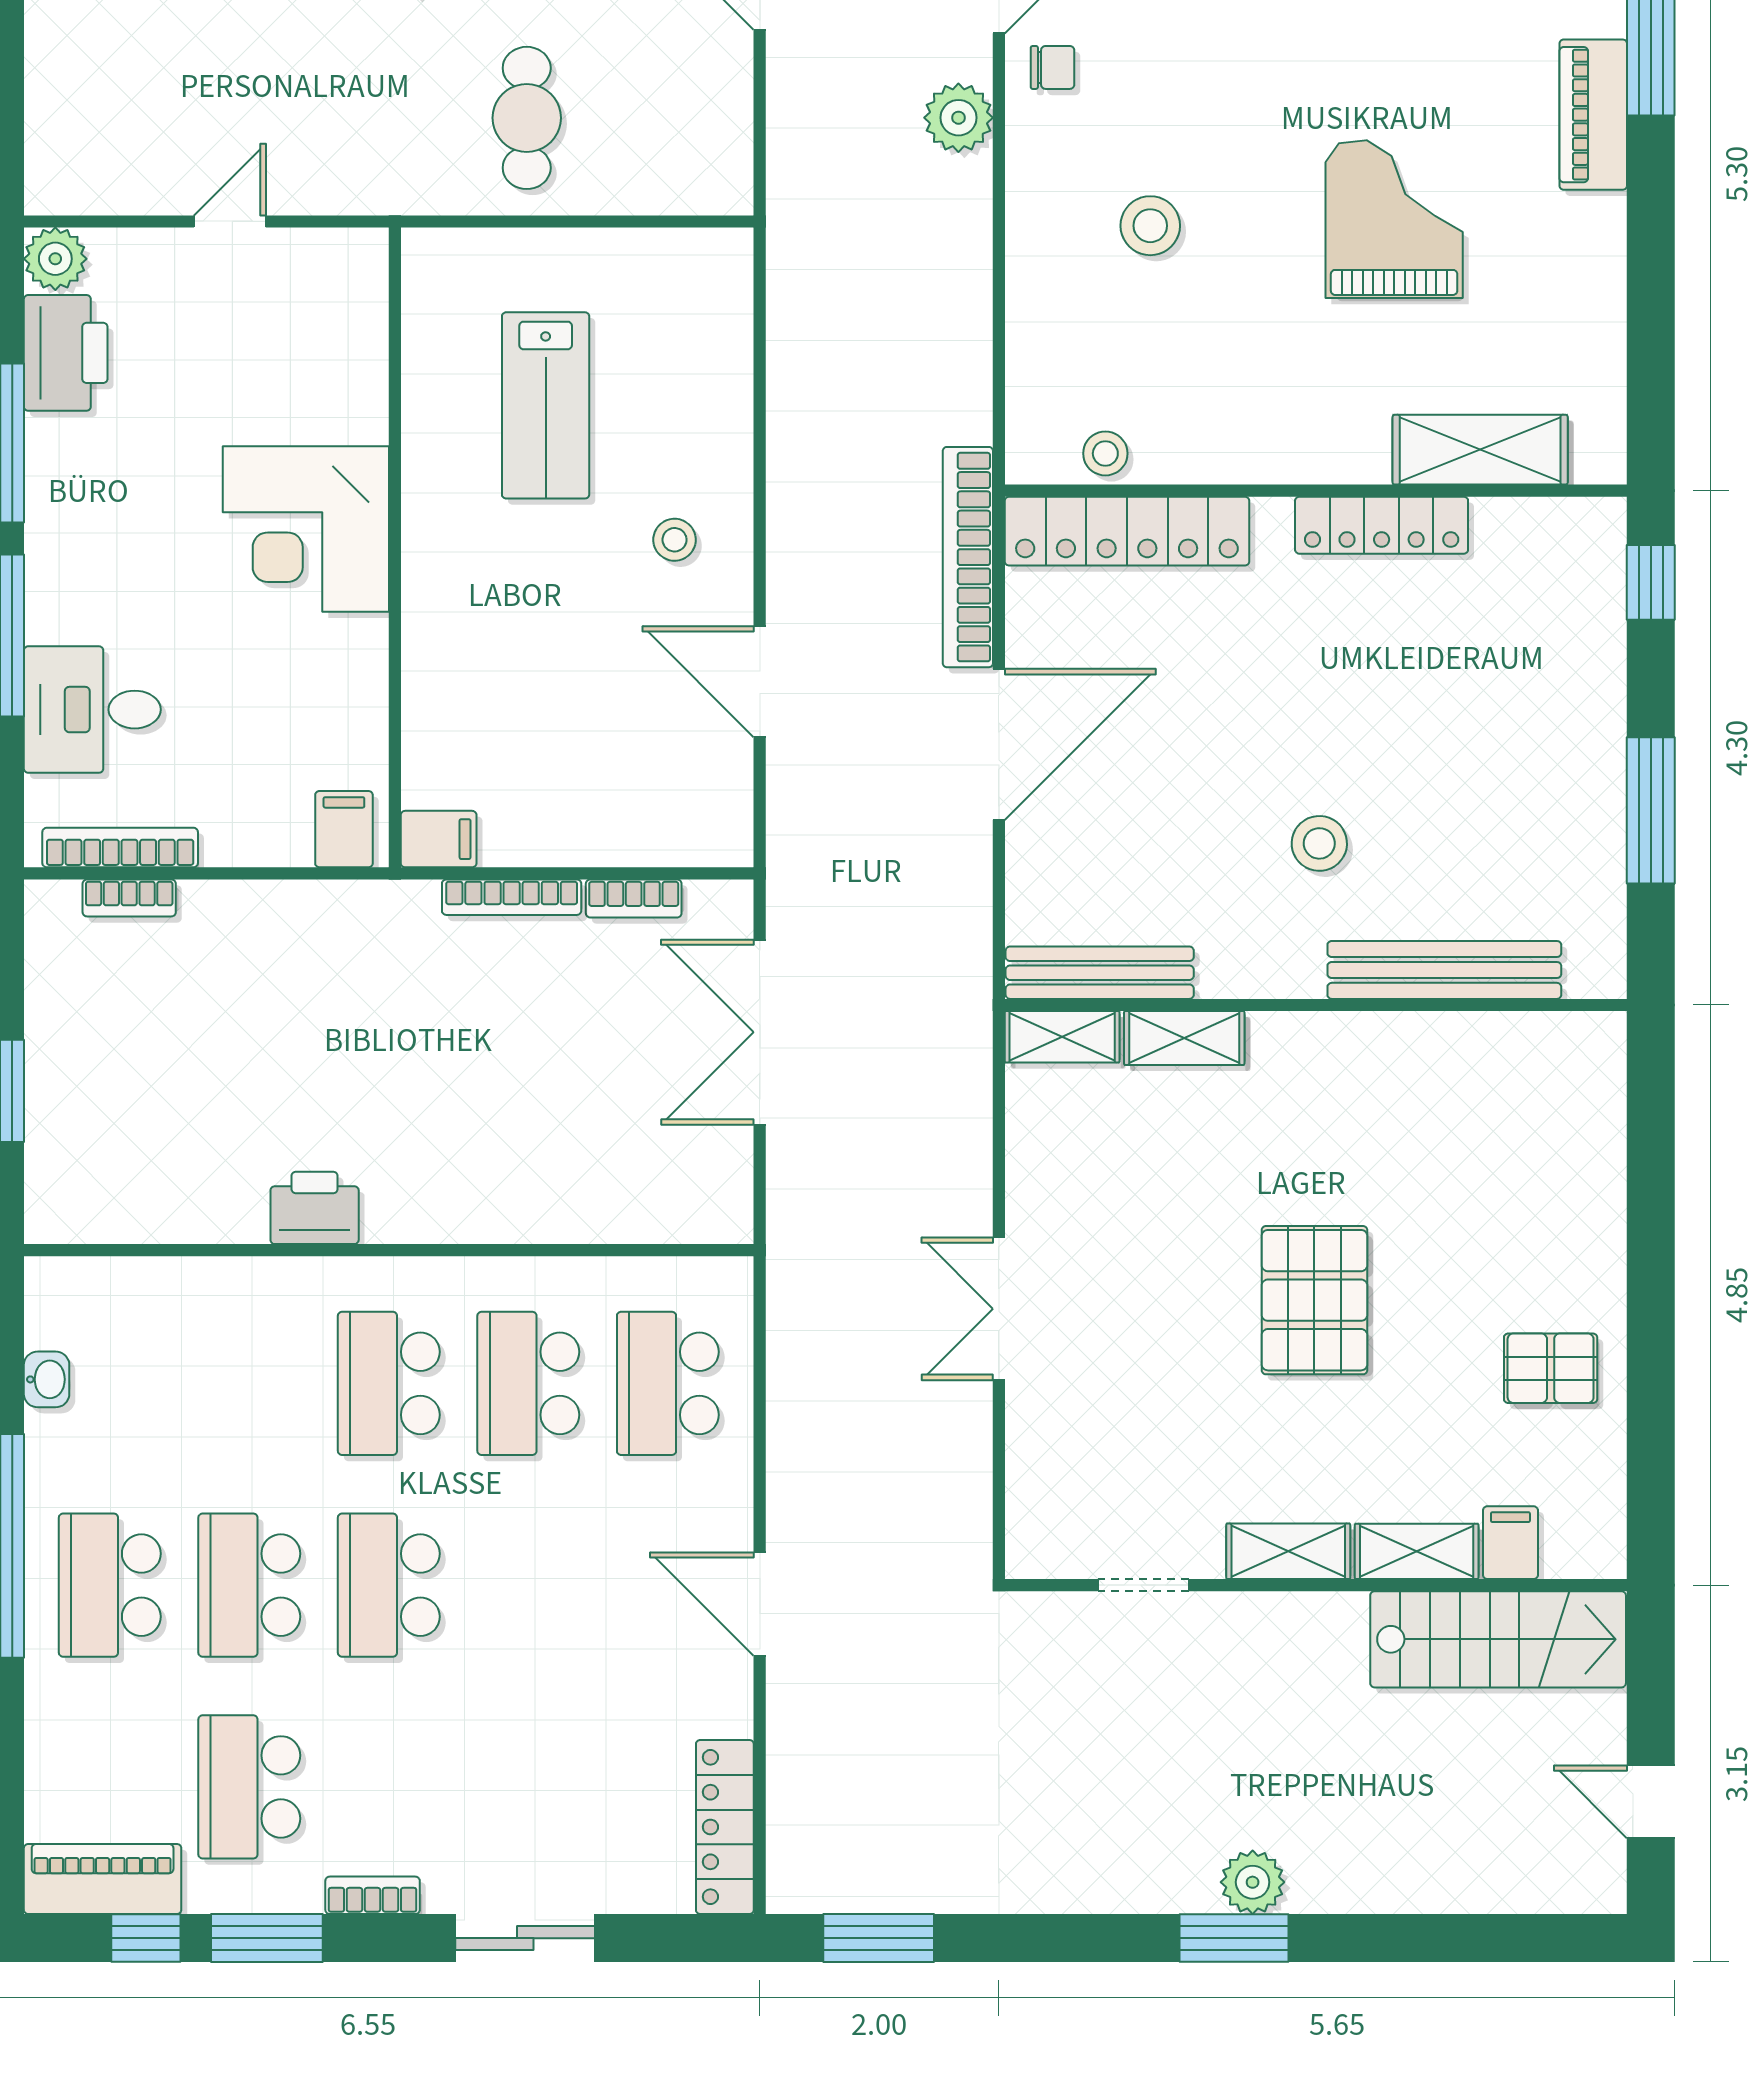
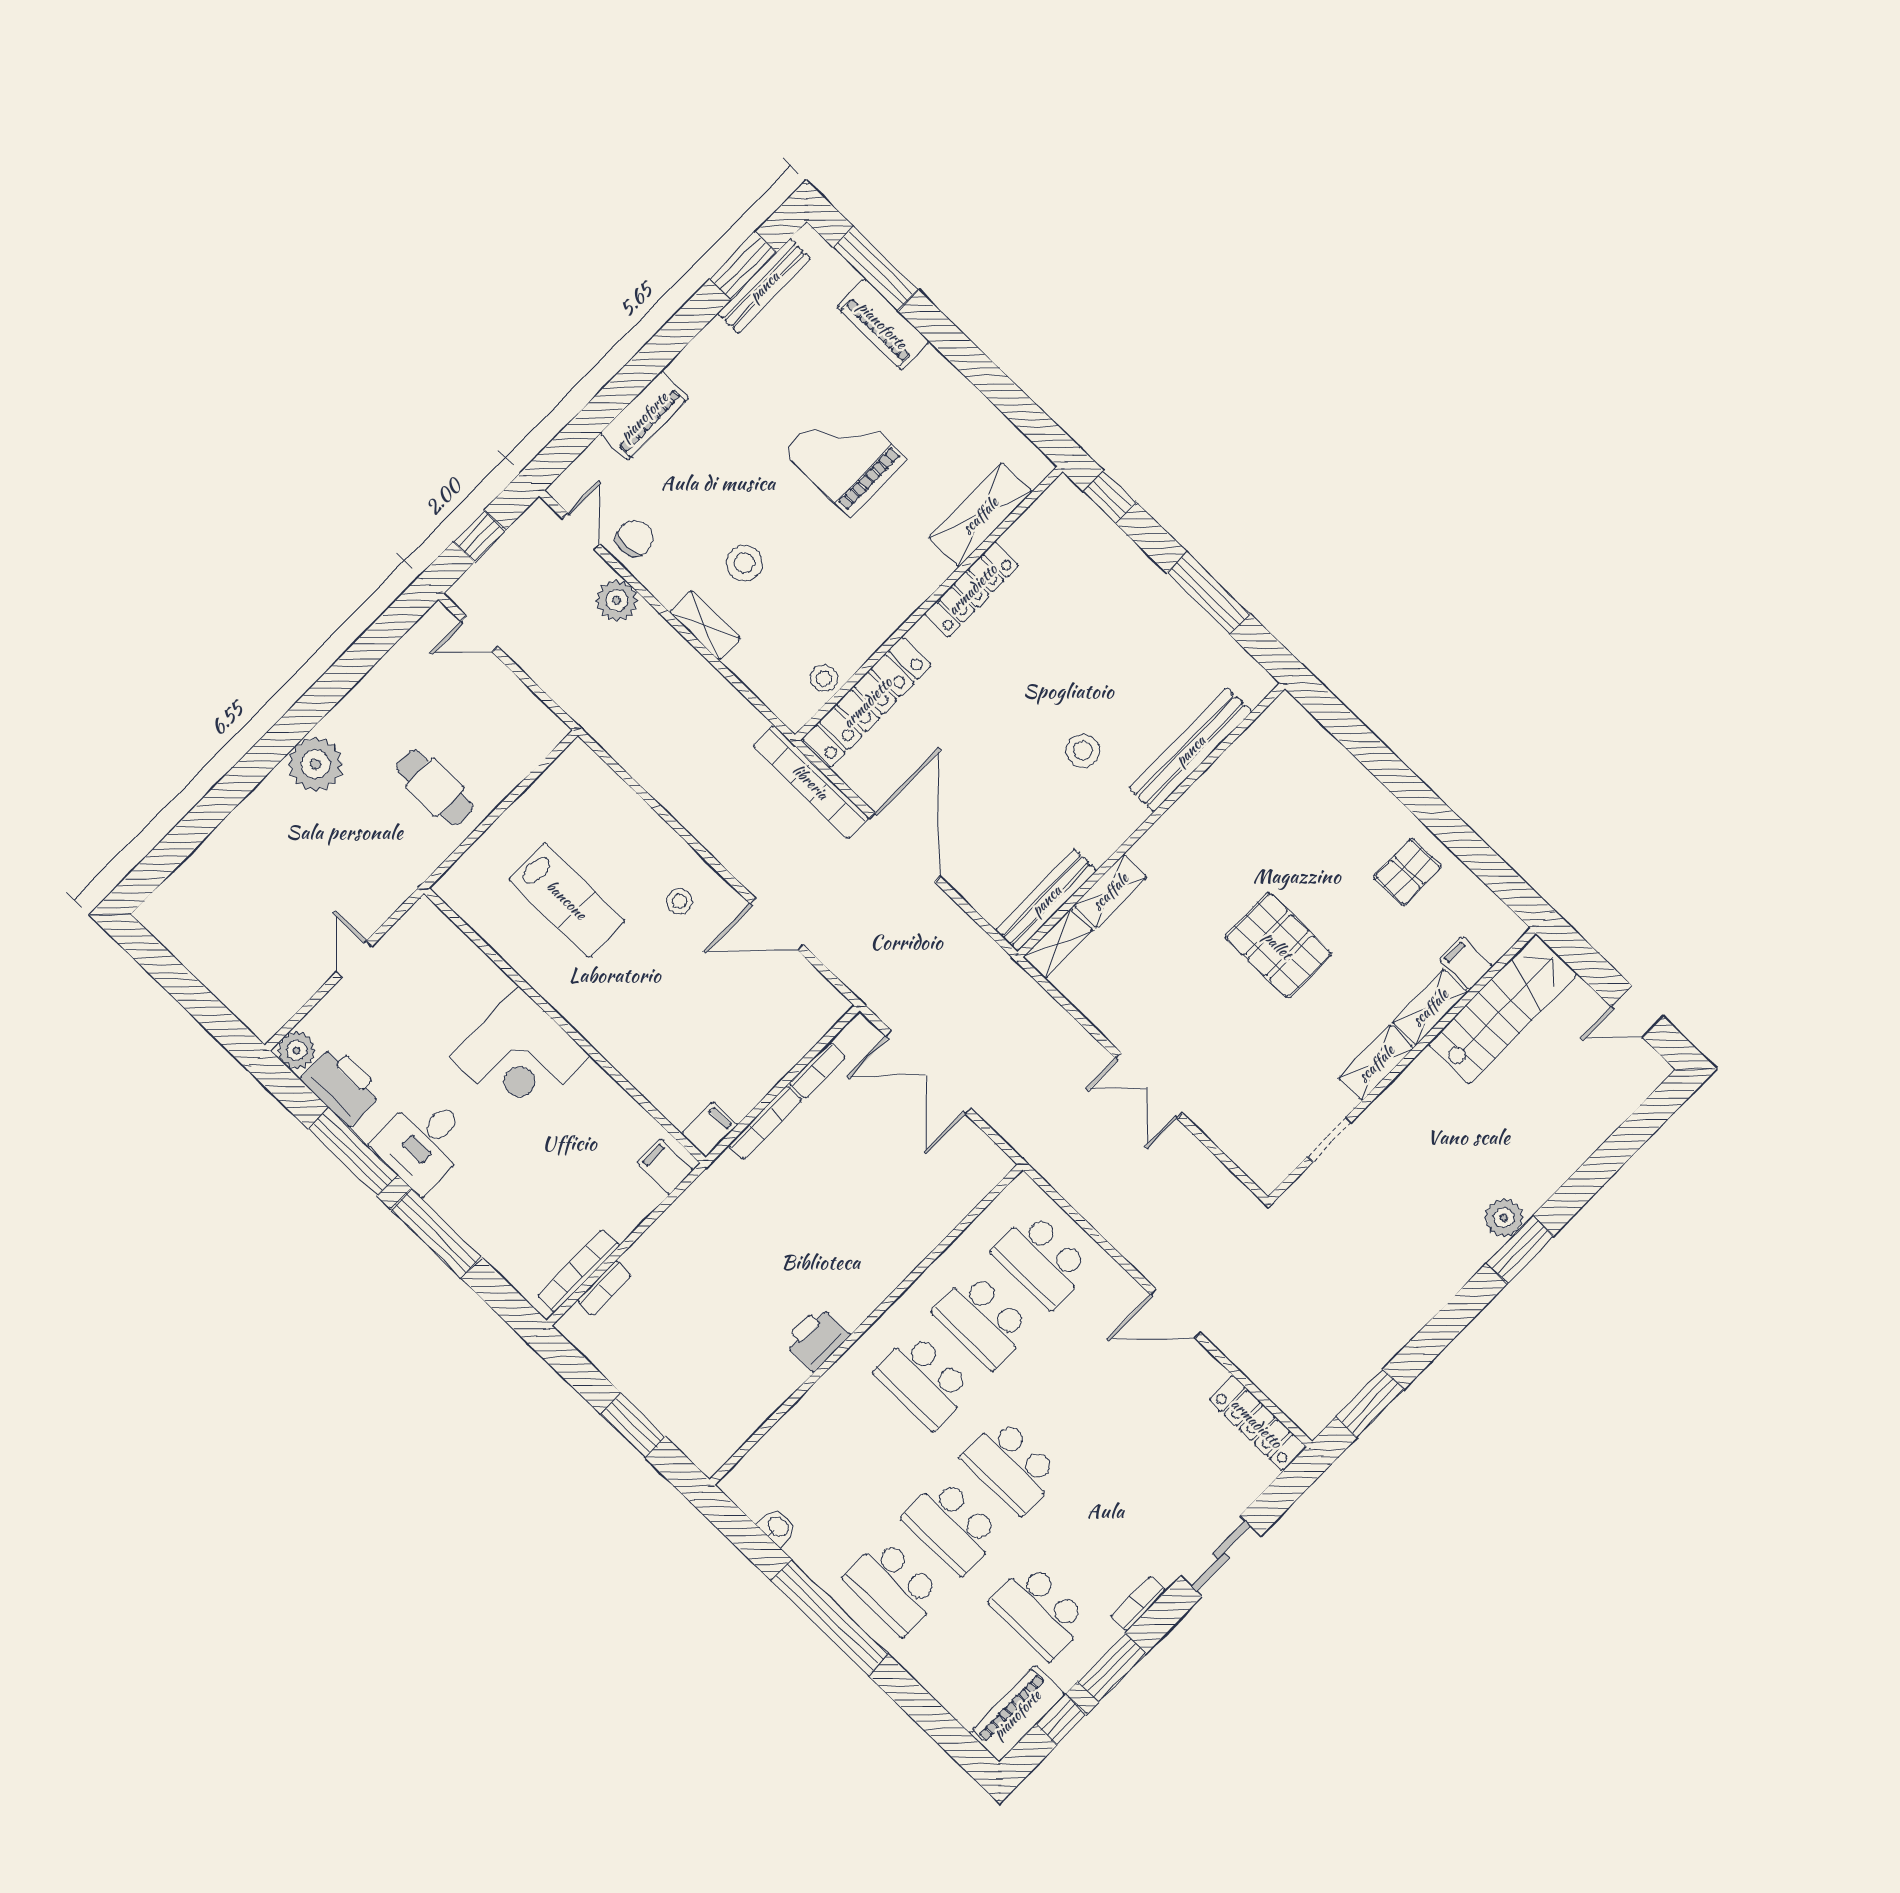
chair: (1052, 67) -> (635, 538), width x1.37, depth x1.37
shelving: (1031, 251) -> (705, 625), added
desk: (92, 710) -> (423, 1143), moved

